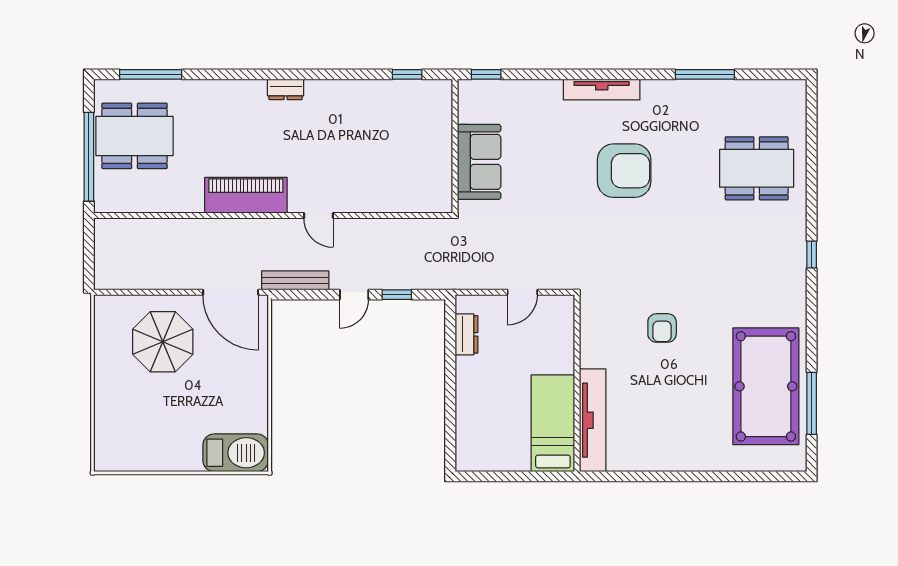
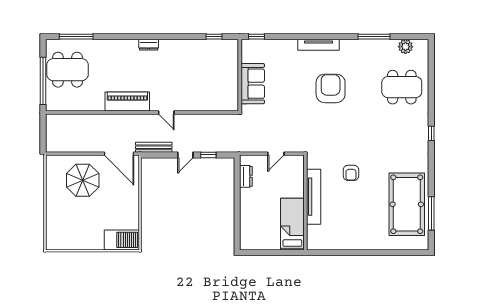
plant: (763, 93) -> (405, 47), added
armchair: (624, 171) -> (331, 88), turned -90
tv unit: (593, 420) -> (314, 197), moved

